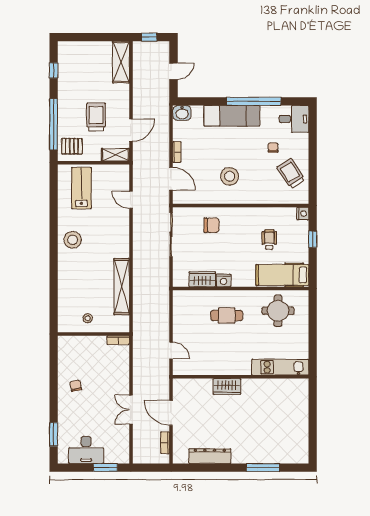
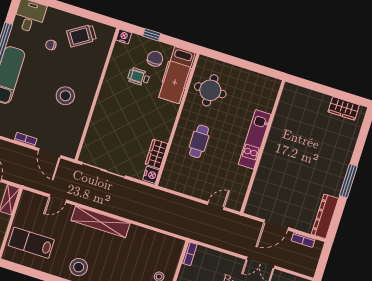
door: (171, 179) -> (50, 153), swing flipped
chair: (212, 225) -> (155, 59), moved
nightstand: (223, 280) -> (151, 175), moved
shelving: (122, 287) -> (101, 222), moved
kitchen unit: (280, 367) -> (255, 139), moved
wardrobe: (227, 386) -> (344, 108), moved, turned 90
dresser: (210, 456) -> (325, 216), moved
window: (263, 468) -> (348, 181), moved

